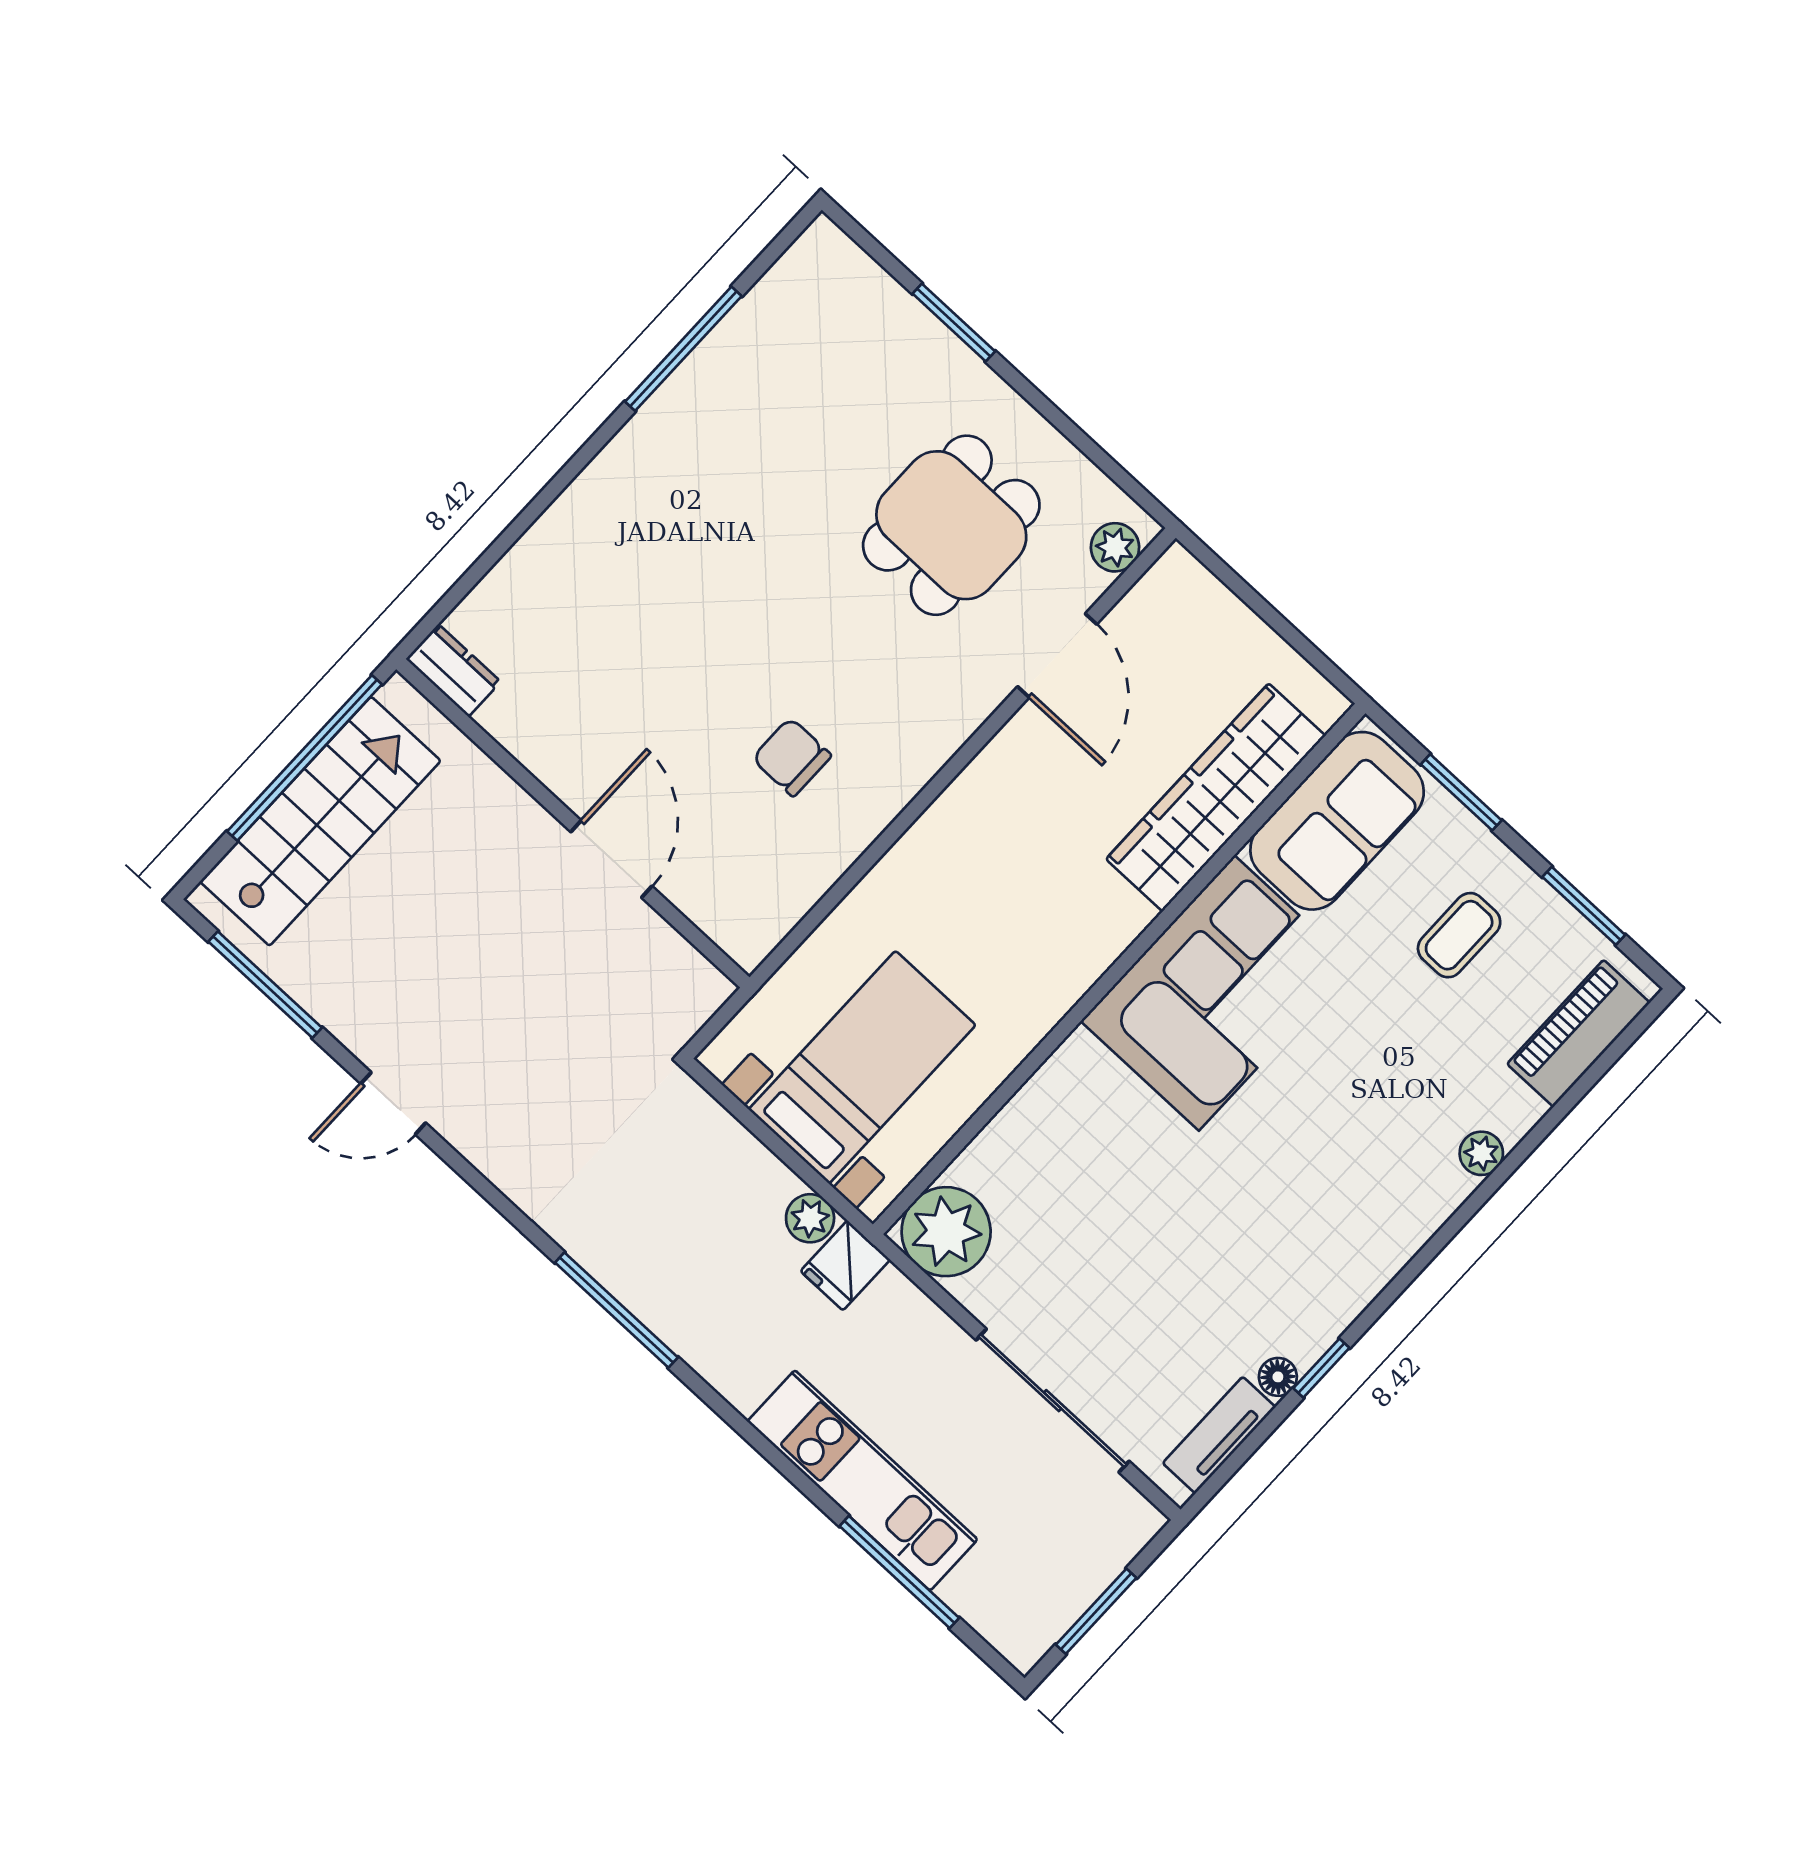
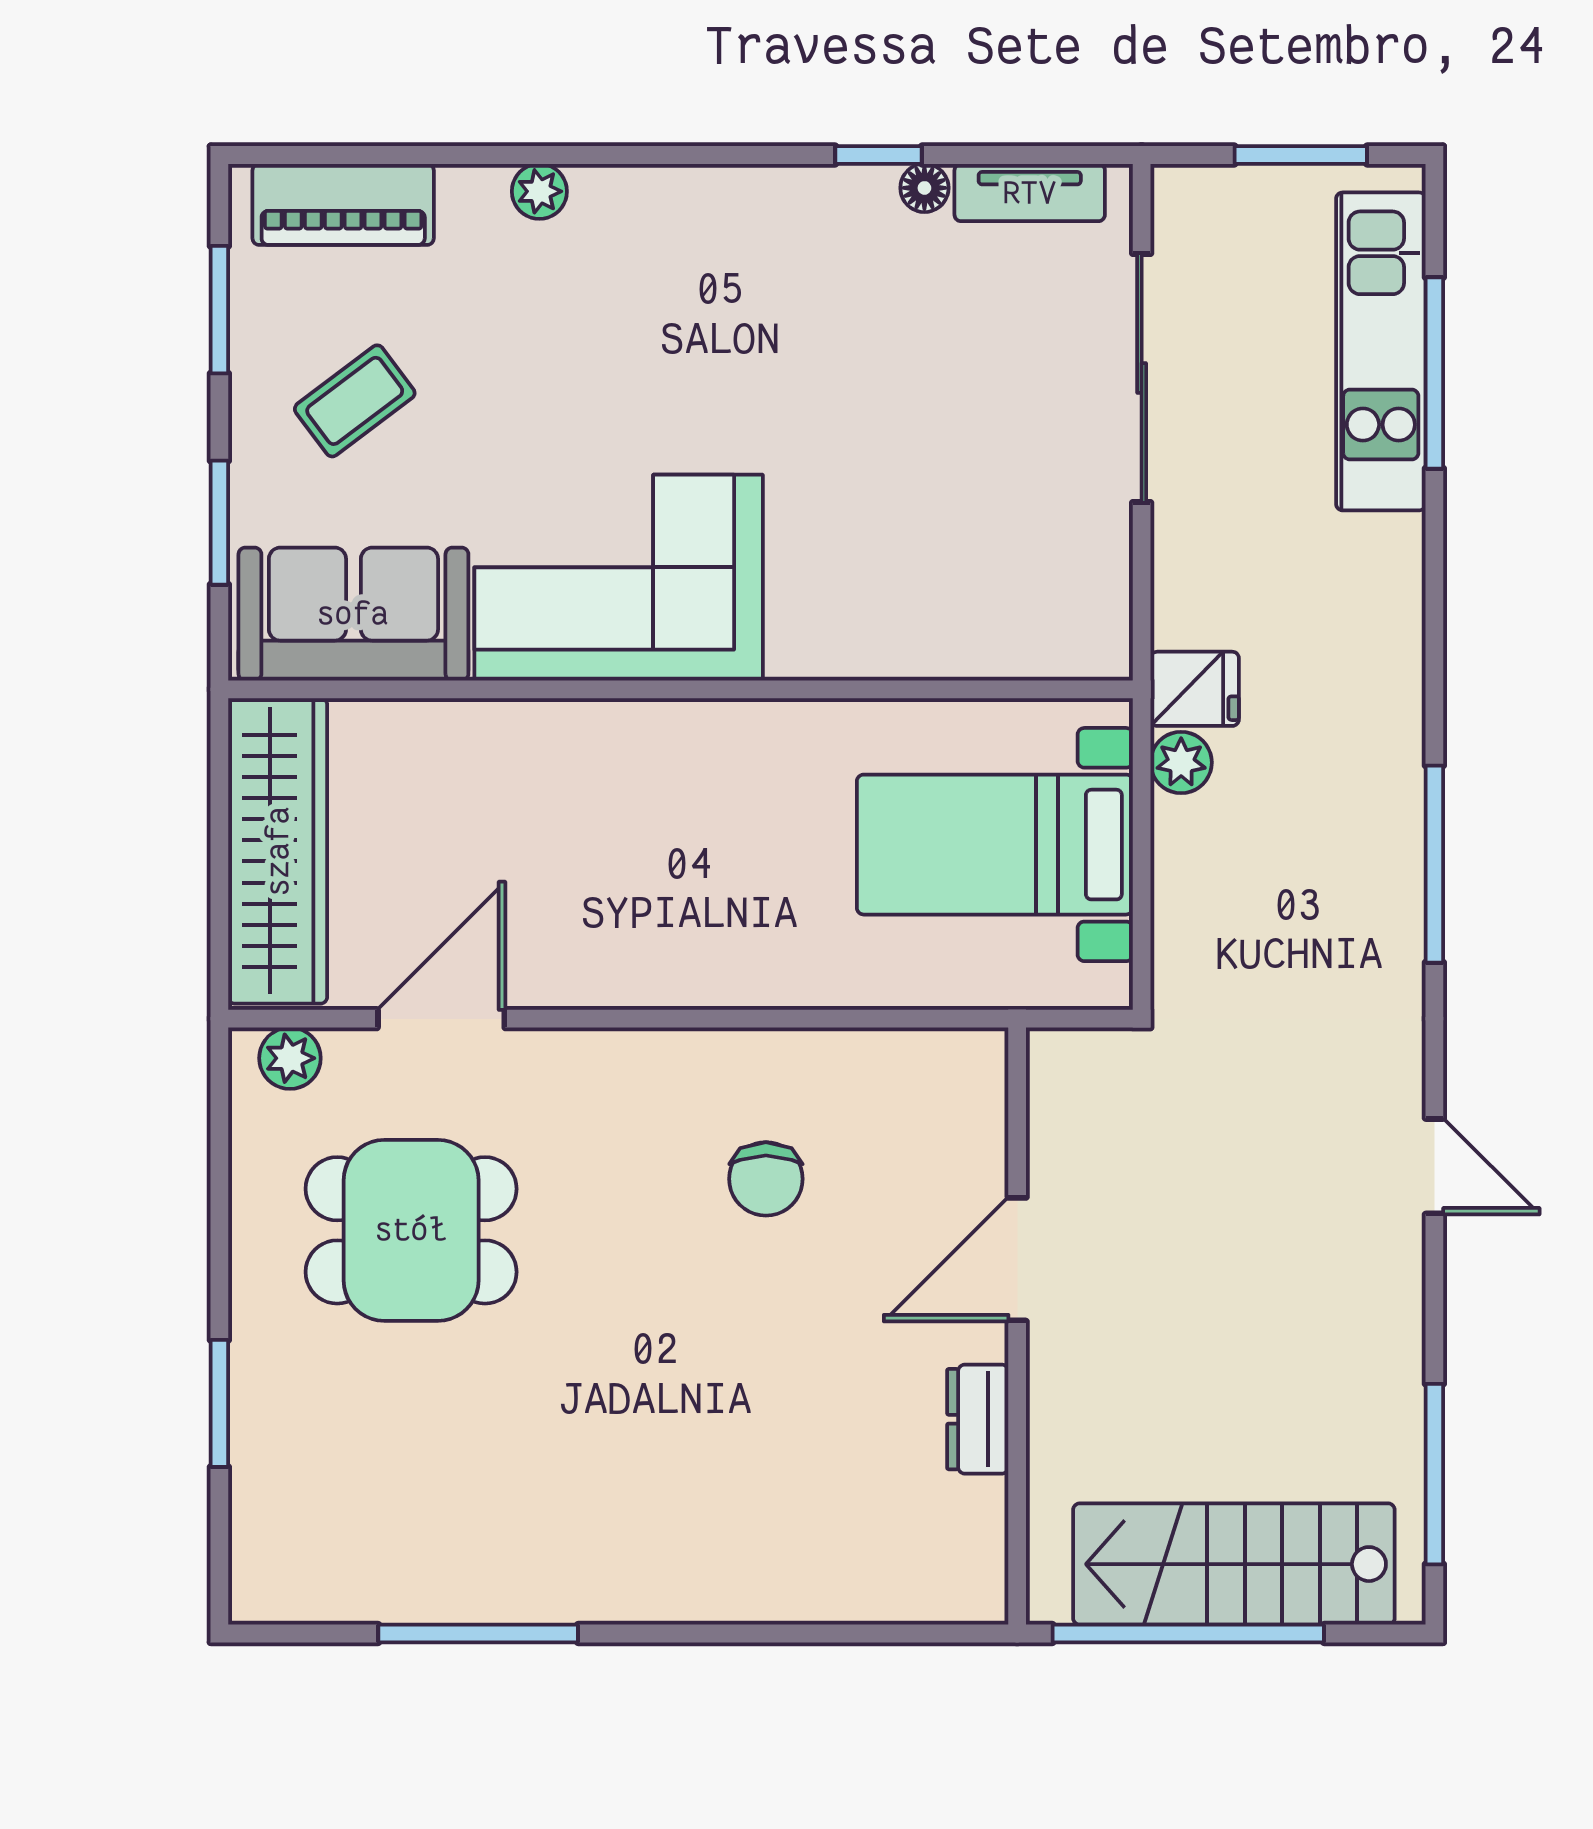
dresser: (453, 670) -> (978, 1419), moved
wardrobe: (1216, 798) -> (278, 851), moved, turned -90
coffee table: (1459, 935) -> (355, 401), turned -37
door: (393, 1103) -> (1434, 1166), moved
plant: (946, 1232) -> (1076, 624), removed
kitchen unit: (862, 1480) -> (1381, 351), moved

